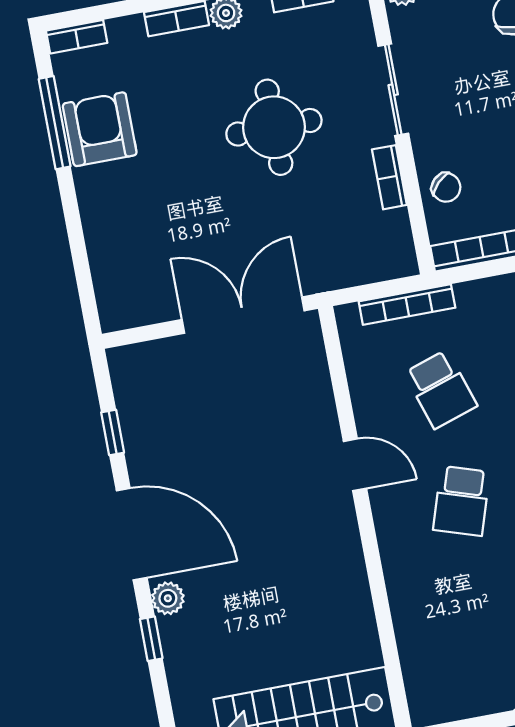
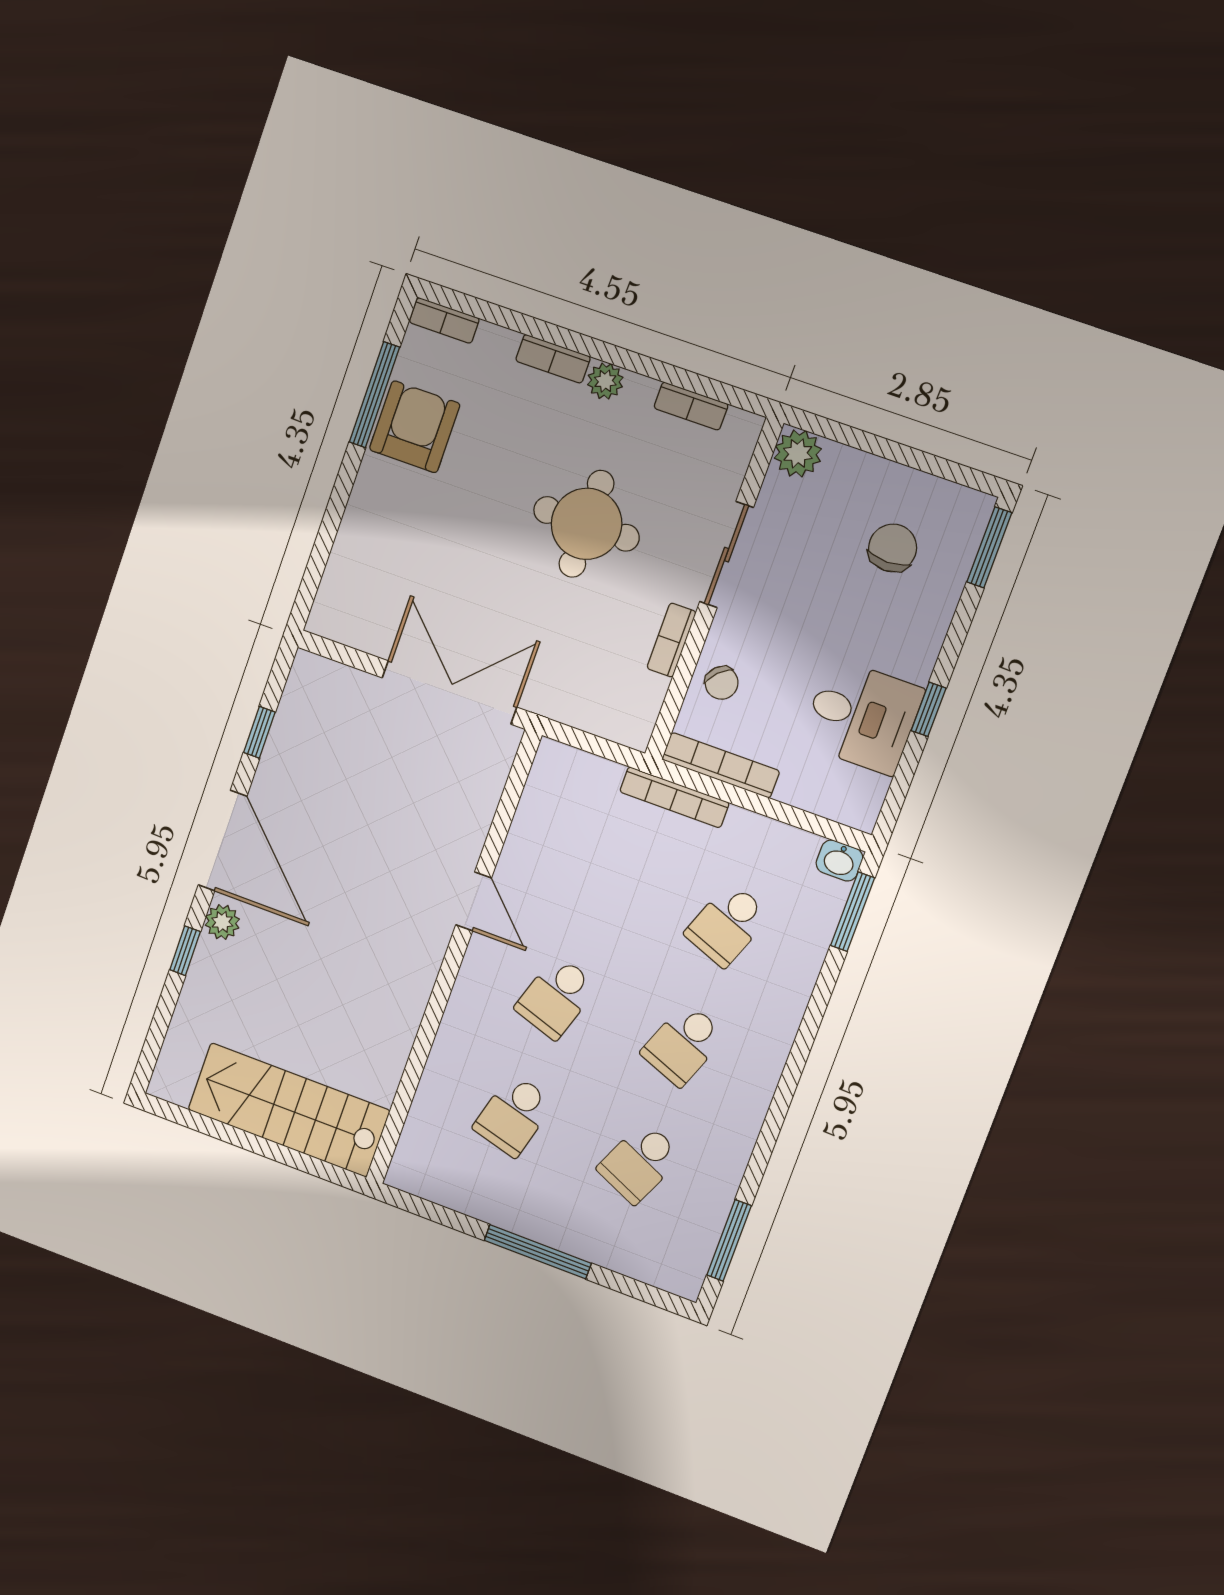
bookcase: (407, 304) -> (674, 797), moved
school desk: (441, 389) -> (514, 1115), moved, turned 33

